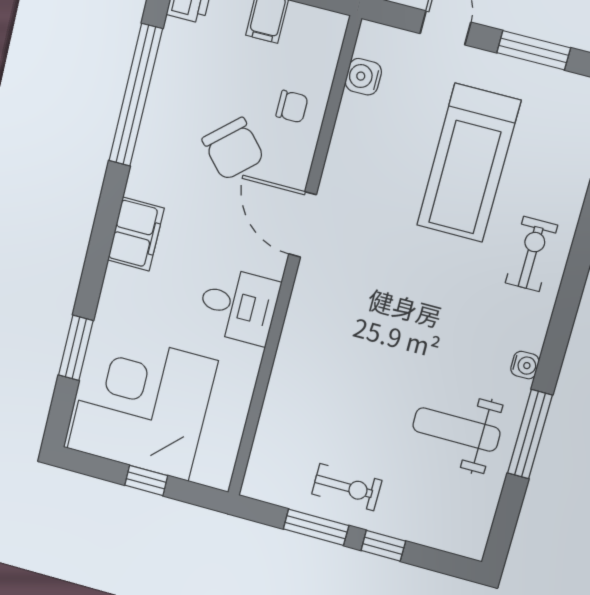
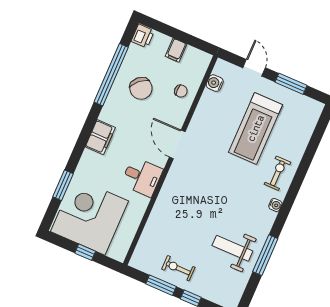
chair: (233, 149) -> (141, 88), moved
water cooler: (525, 365) -> (275, 205), moved
exercise bike: (347, 487) -> (178, 268), turned 180

